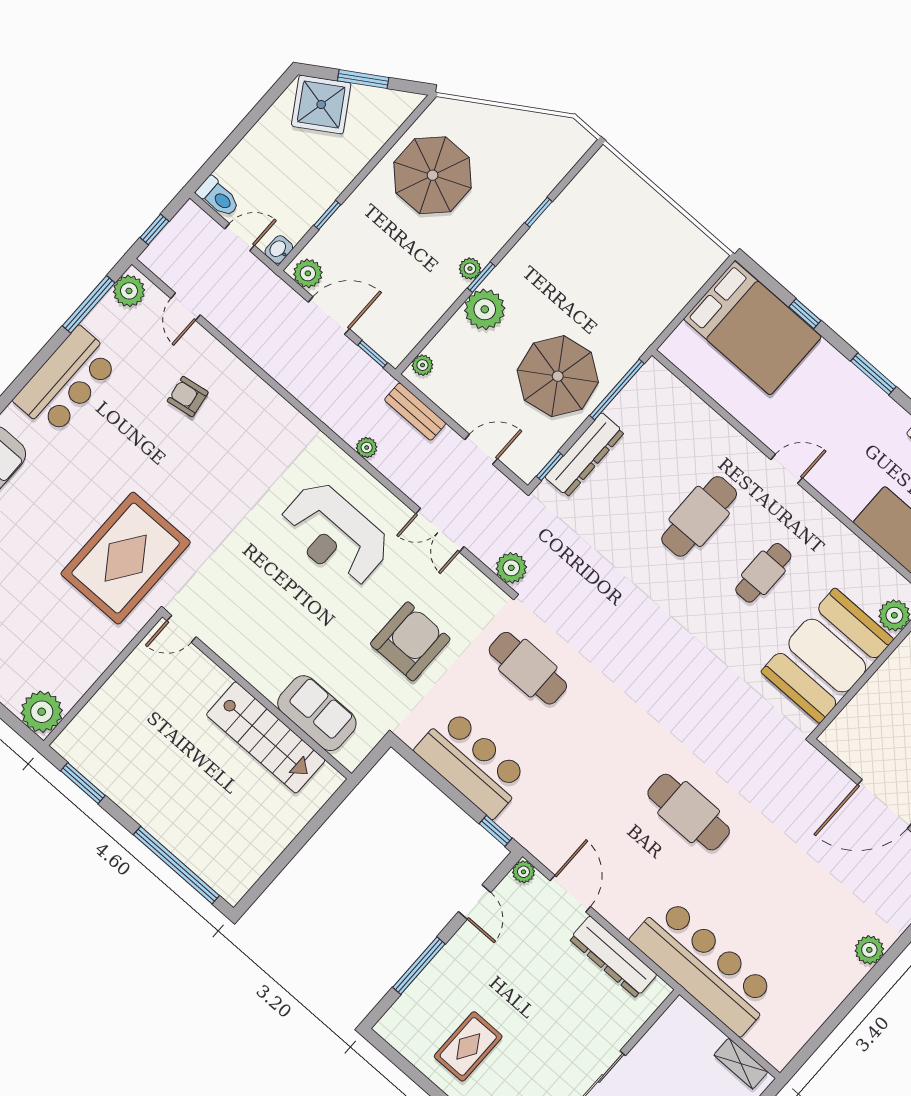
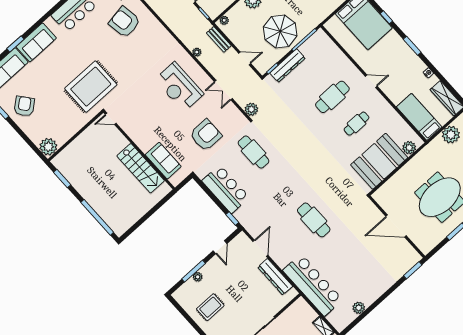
armchair: (188, 397) -> (125, 22), width x1.88, depth x1.88
plant: (523, 872) -> (198, 277), moved
plant: (869, 950) -> (359, 308), moved

